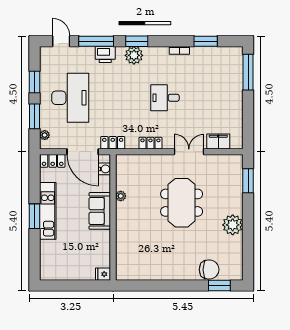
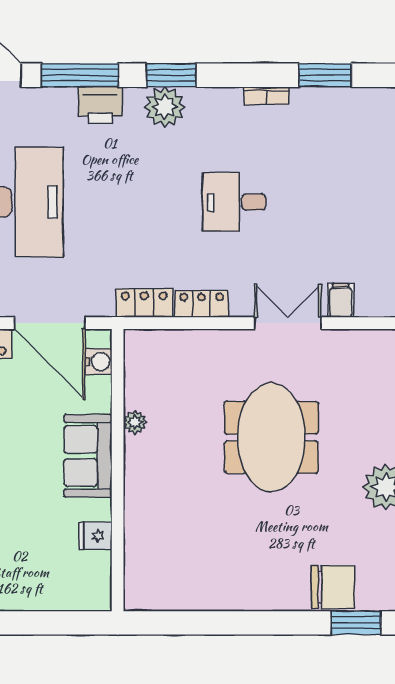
filing cabinet: (218, 142) -> (341, 300), width x0.50
locker: (113, 143) -> (144, 303), moved
fridge: (103, 274) -> (95, 536), moved

